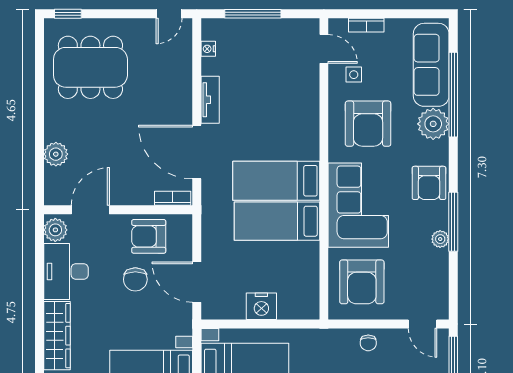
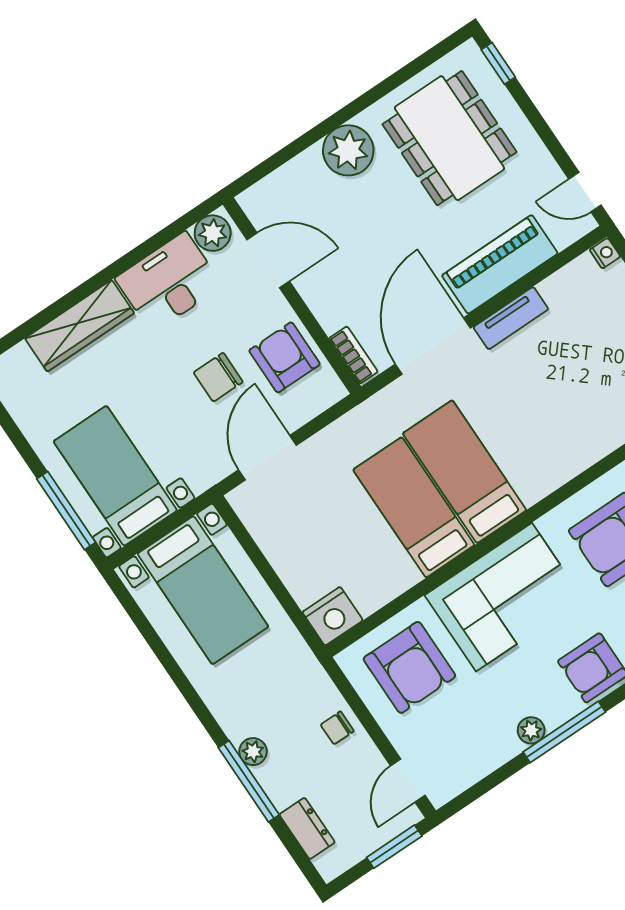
nightstand: (208, 49) -> (605, 253), moved, turned 90
piano: (177, 86) -> (500, 264), added
plant: (56, 154) -> (348, 150), moved, width x1.36, depth x1.36
armchair: (362, 282) -> (409, 667), turned -90
nightstand: (261, 306) -> (333, 616), moved, turned -90

